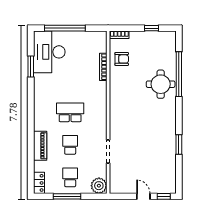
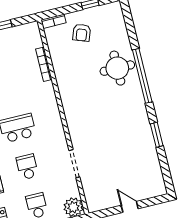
armchair: (122, 59) -> (82, 33), moved, turned 110
window: (179, 74) -> (142, 76), moved
window: (164, 196) -> (154, 201), removed

